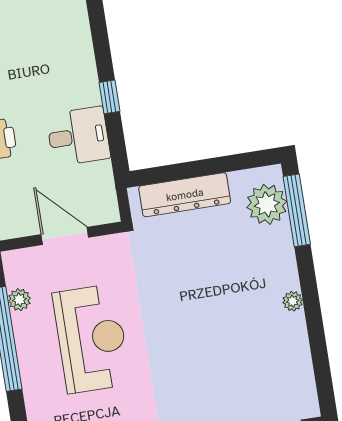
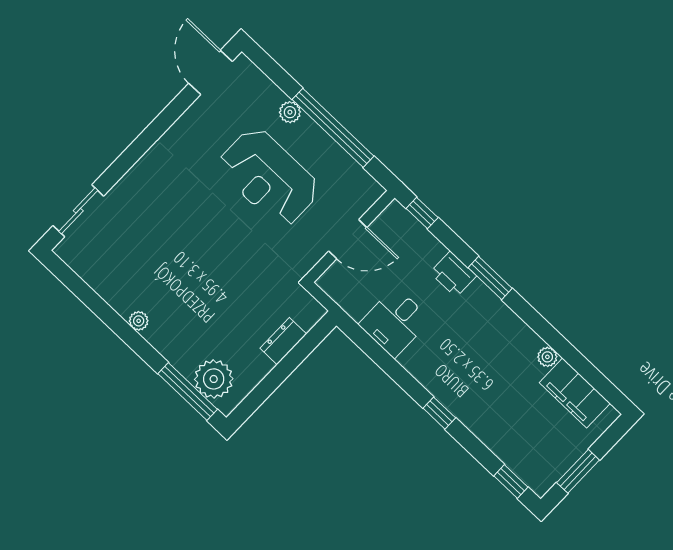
window: (109, 97) -> (439, 413), moved
dresser: (185, 195) -> (283, 341), width x0.51, depth x0.80
plant: (19, 300) -> (290, 112), moved

